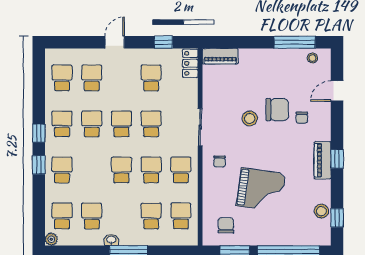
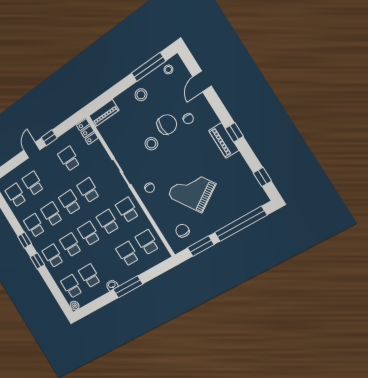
window: (163, 42) -> (49, 138), moved
school desk: (92, 170) -> (71, 245), added
grand piano: (261, 190) -> (191, 190), turned -131
stool: (321, 211) -> (141, 95), moved

